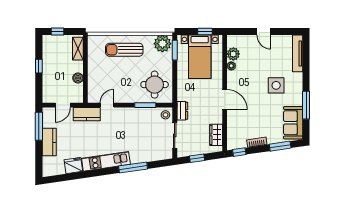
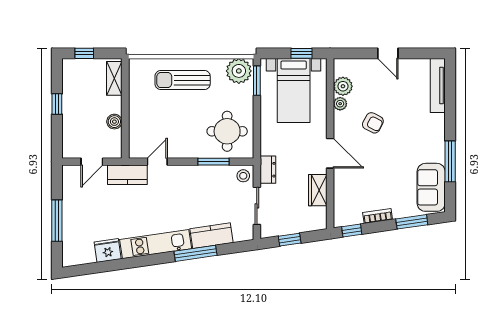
armchair: (254, 79) -> (373, 123), added
side table: (276, 85) -> (406, 132), removed
window: (39, 126) -> (57, 221), moved
wardrobe: (216, 135) -> (318, 190), moved
kitchen counter: (49, 142) -> (212, 236), moved, turned -98

